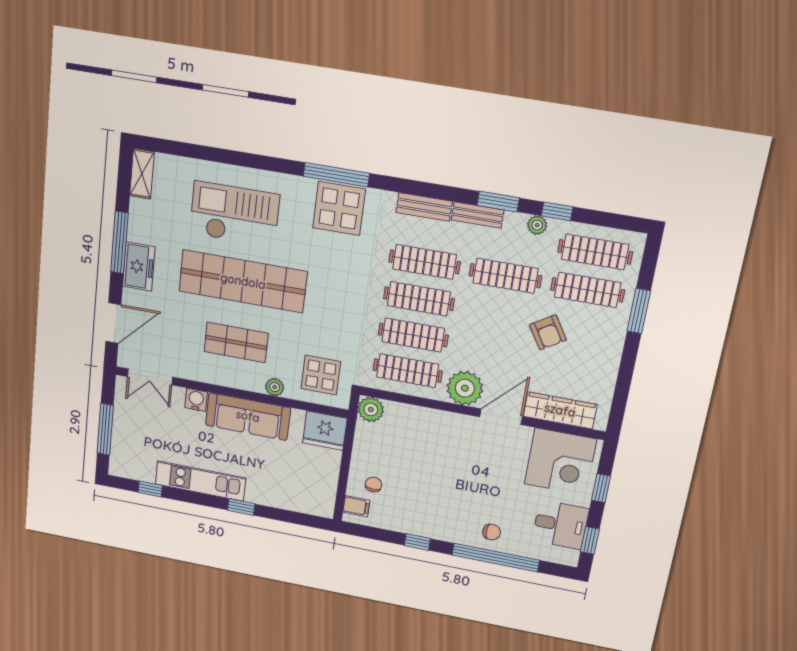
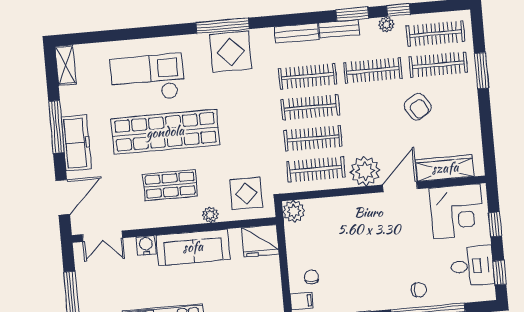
freezer: (139, 267) -> (76, 143), width x1.40

